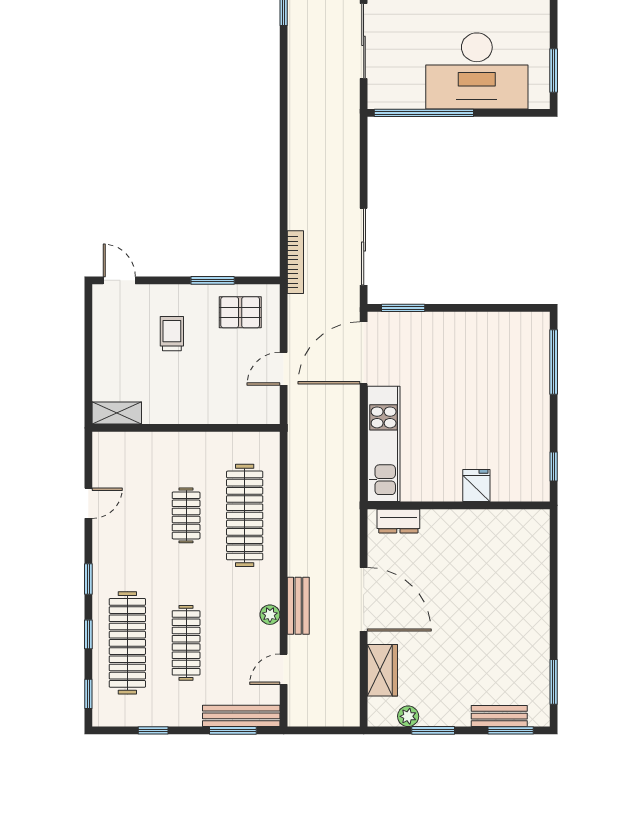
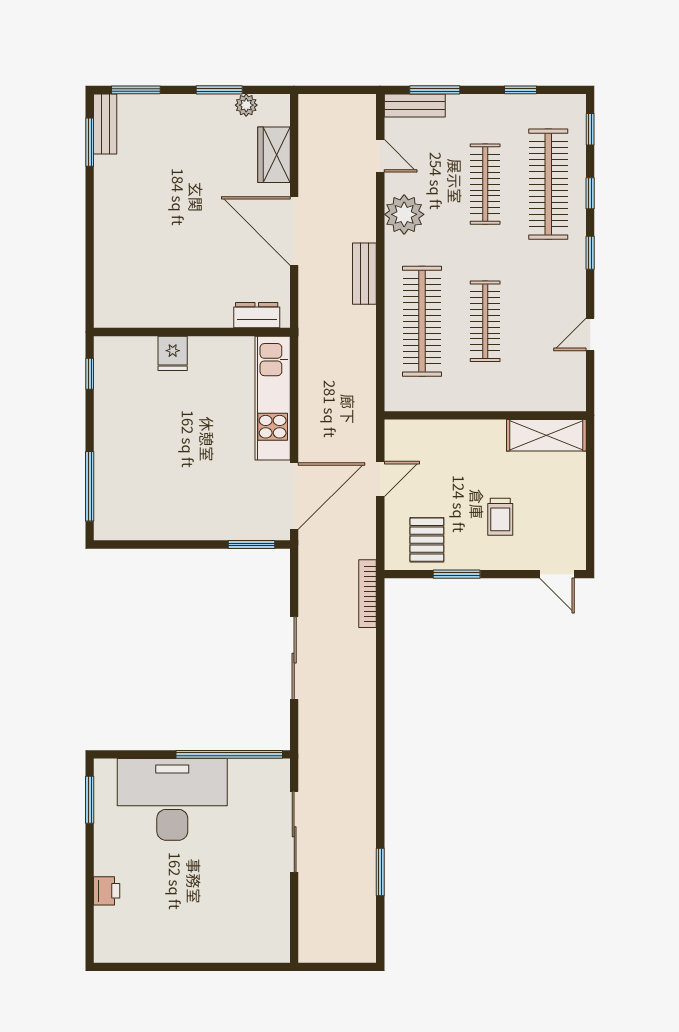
sliding door: (364, 247) -> (294, 658), moved
pallet: (240, 312) -> (427, 540), turned 90
shelving: (117, 413) -> (546, 435), width x1.50, depth x1.33
clothes rail: (186, 515) -> (485, 321), width x1.36
bench: (298, 606) -> (364, 274), moved
plant: (270, 615) -> (404, 214), width x1.88, depth x1.88
door: (284, 669) -> (380, 156), hinge flipped
bench: (241, 716) -> (415, 106), width x0.73
bench: (499, 716) -> (105, 124), moved, turned 90

